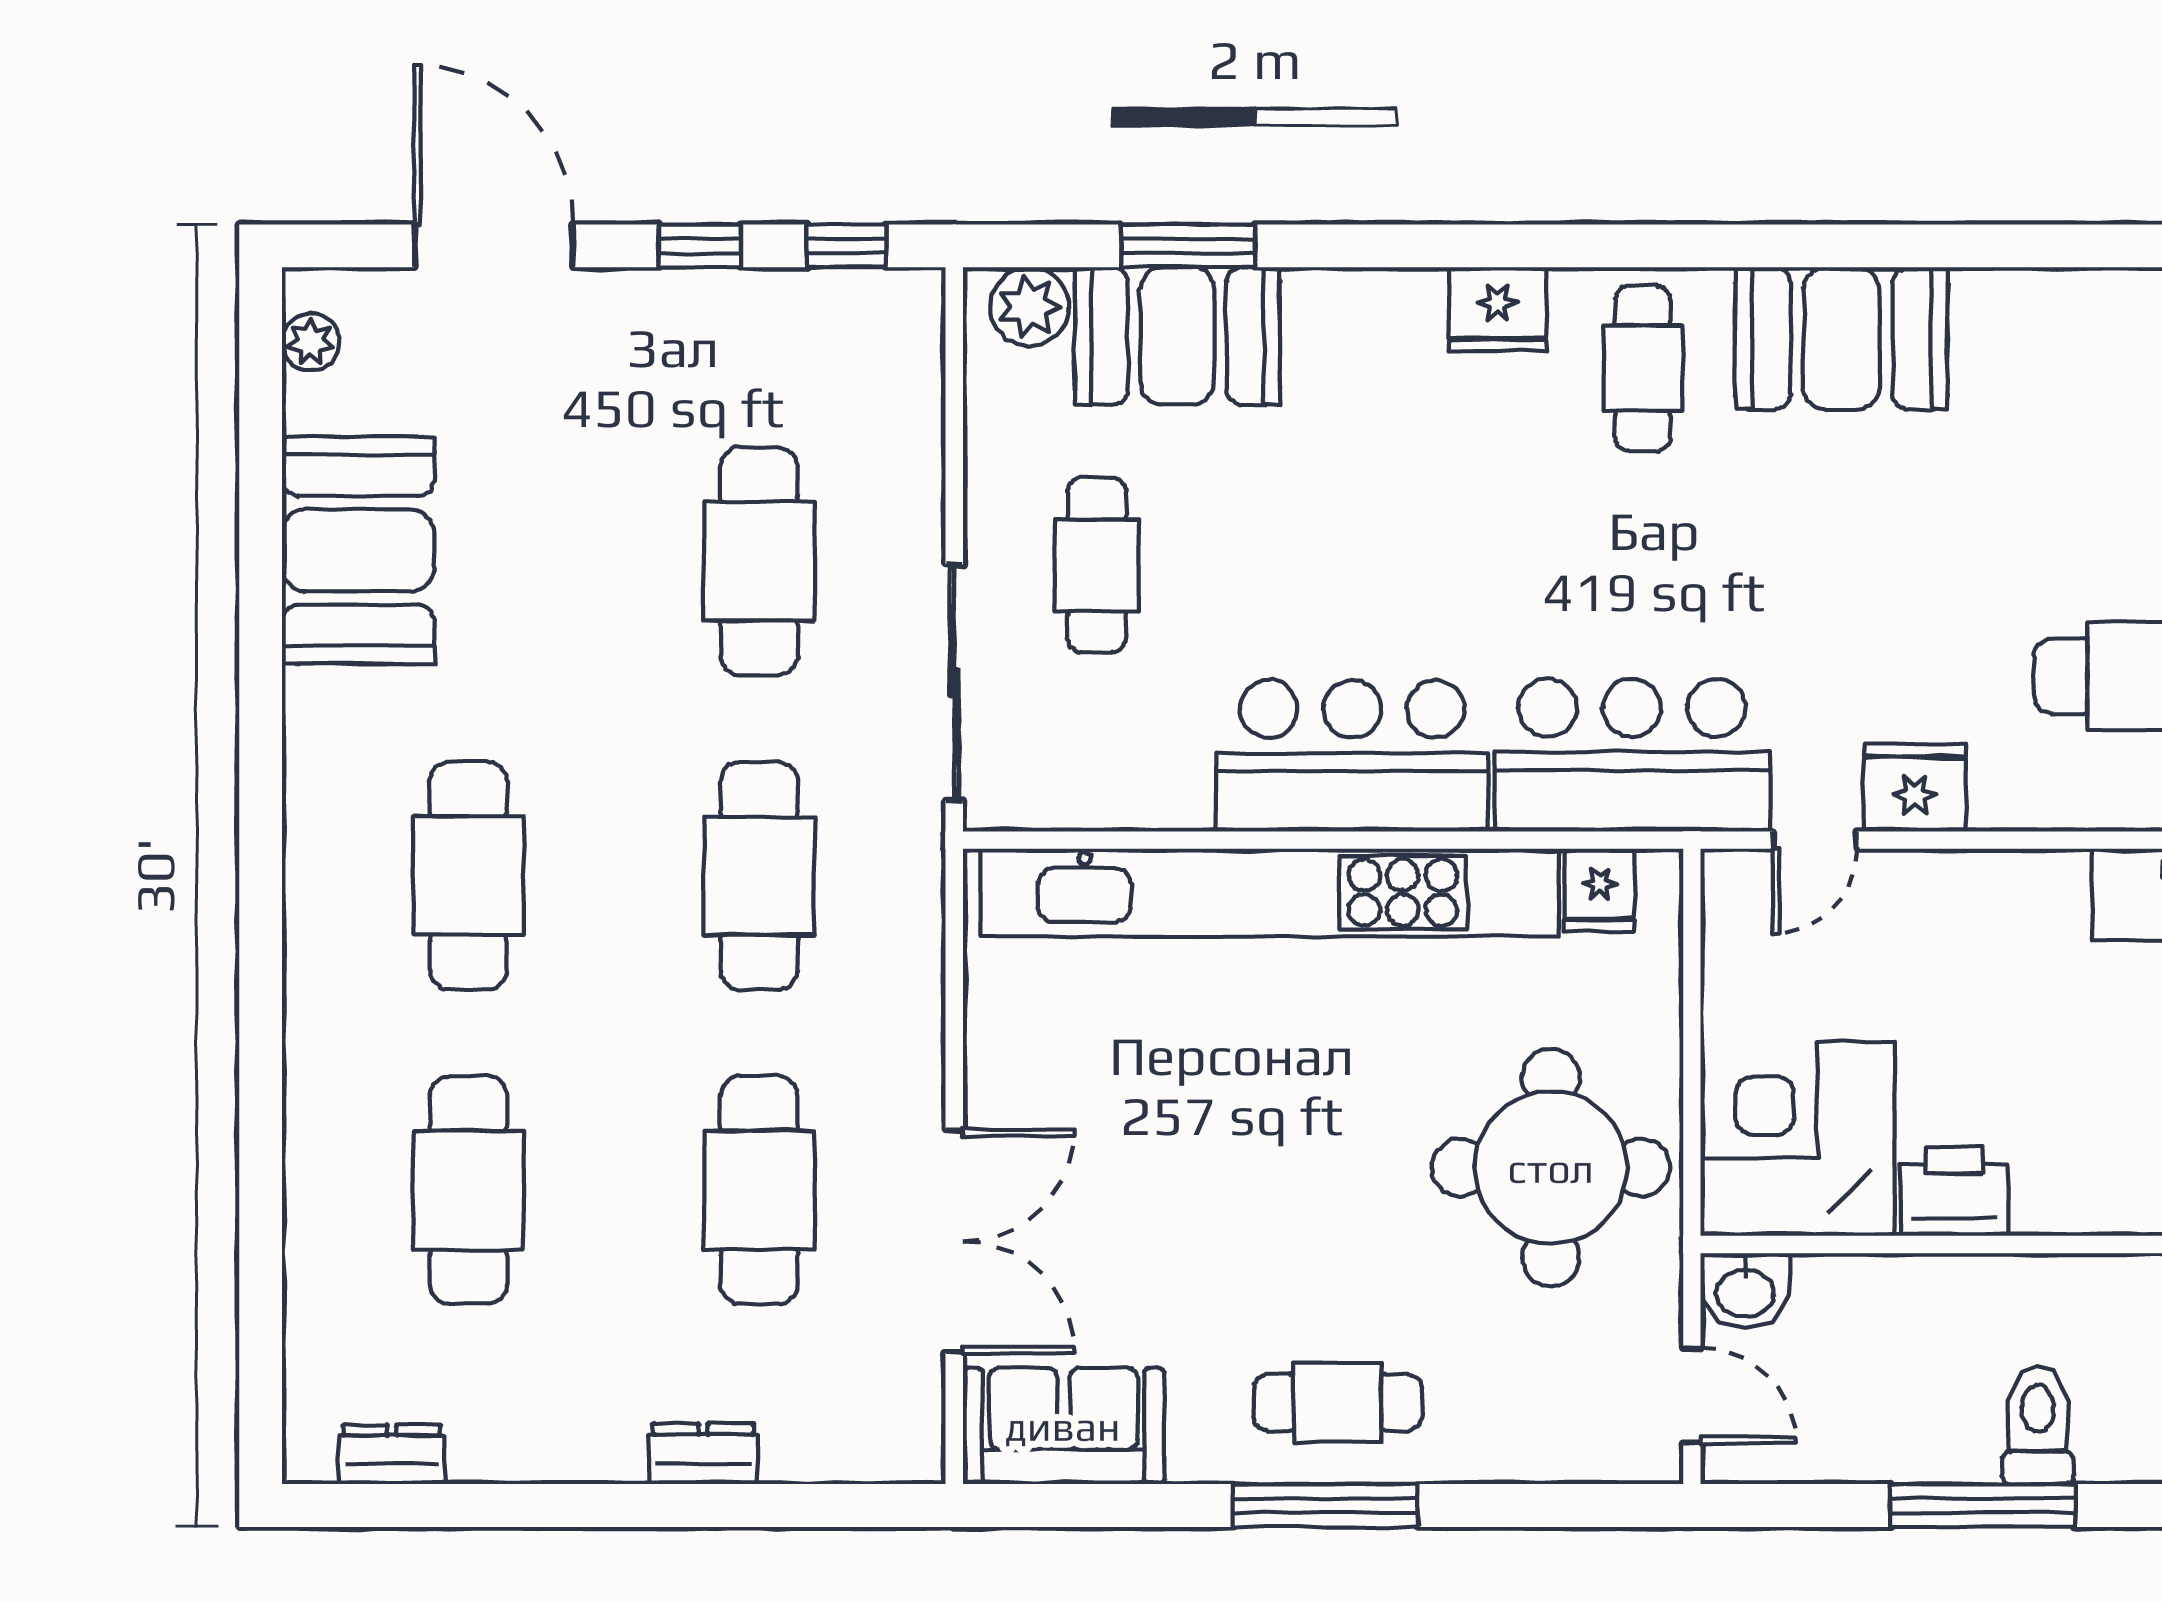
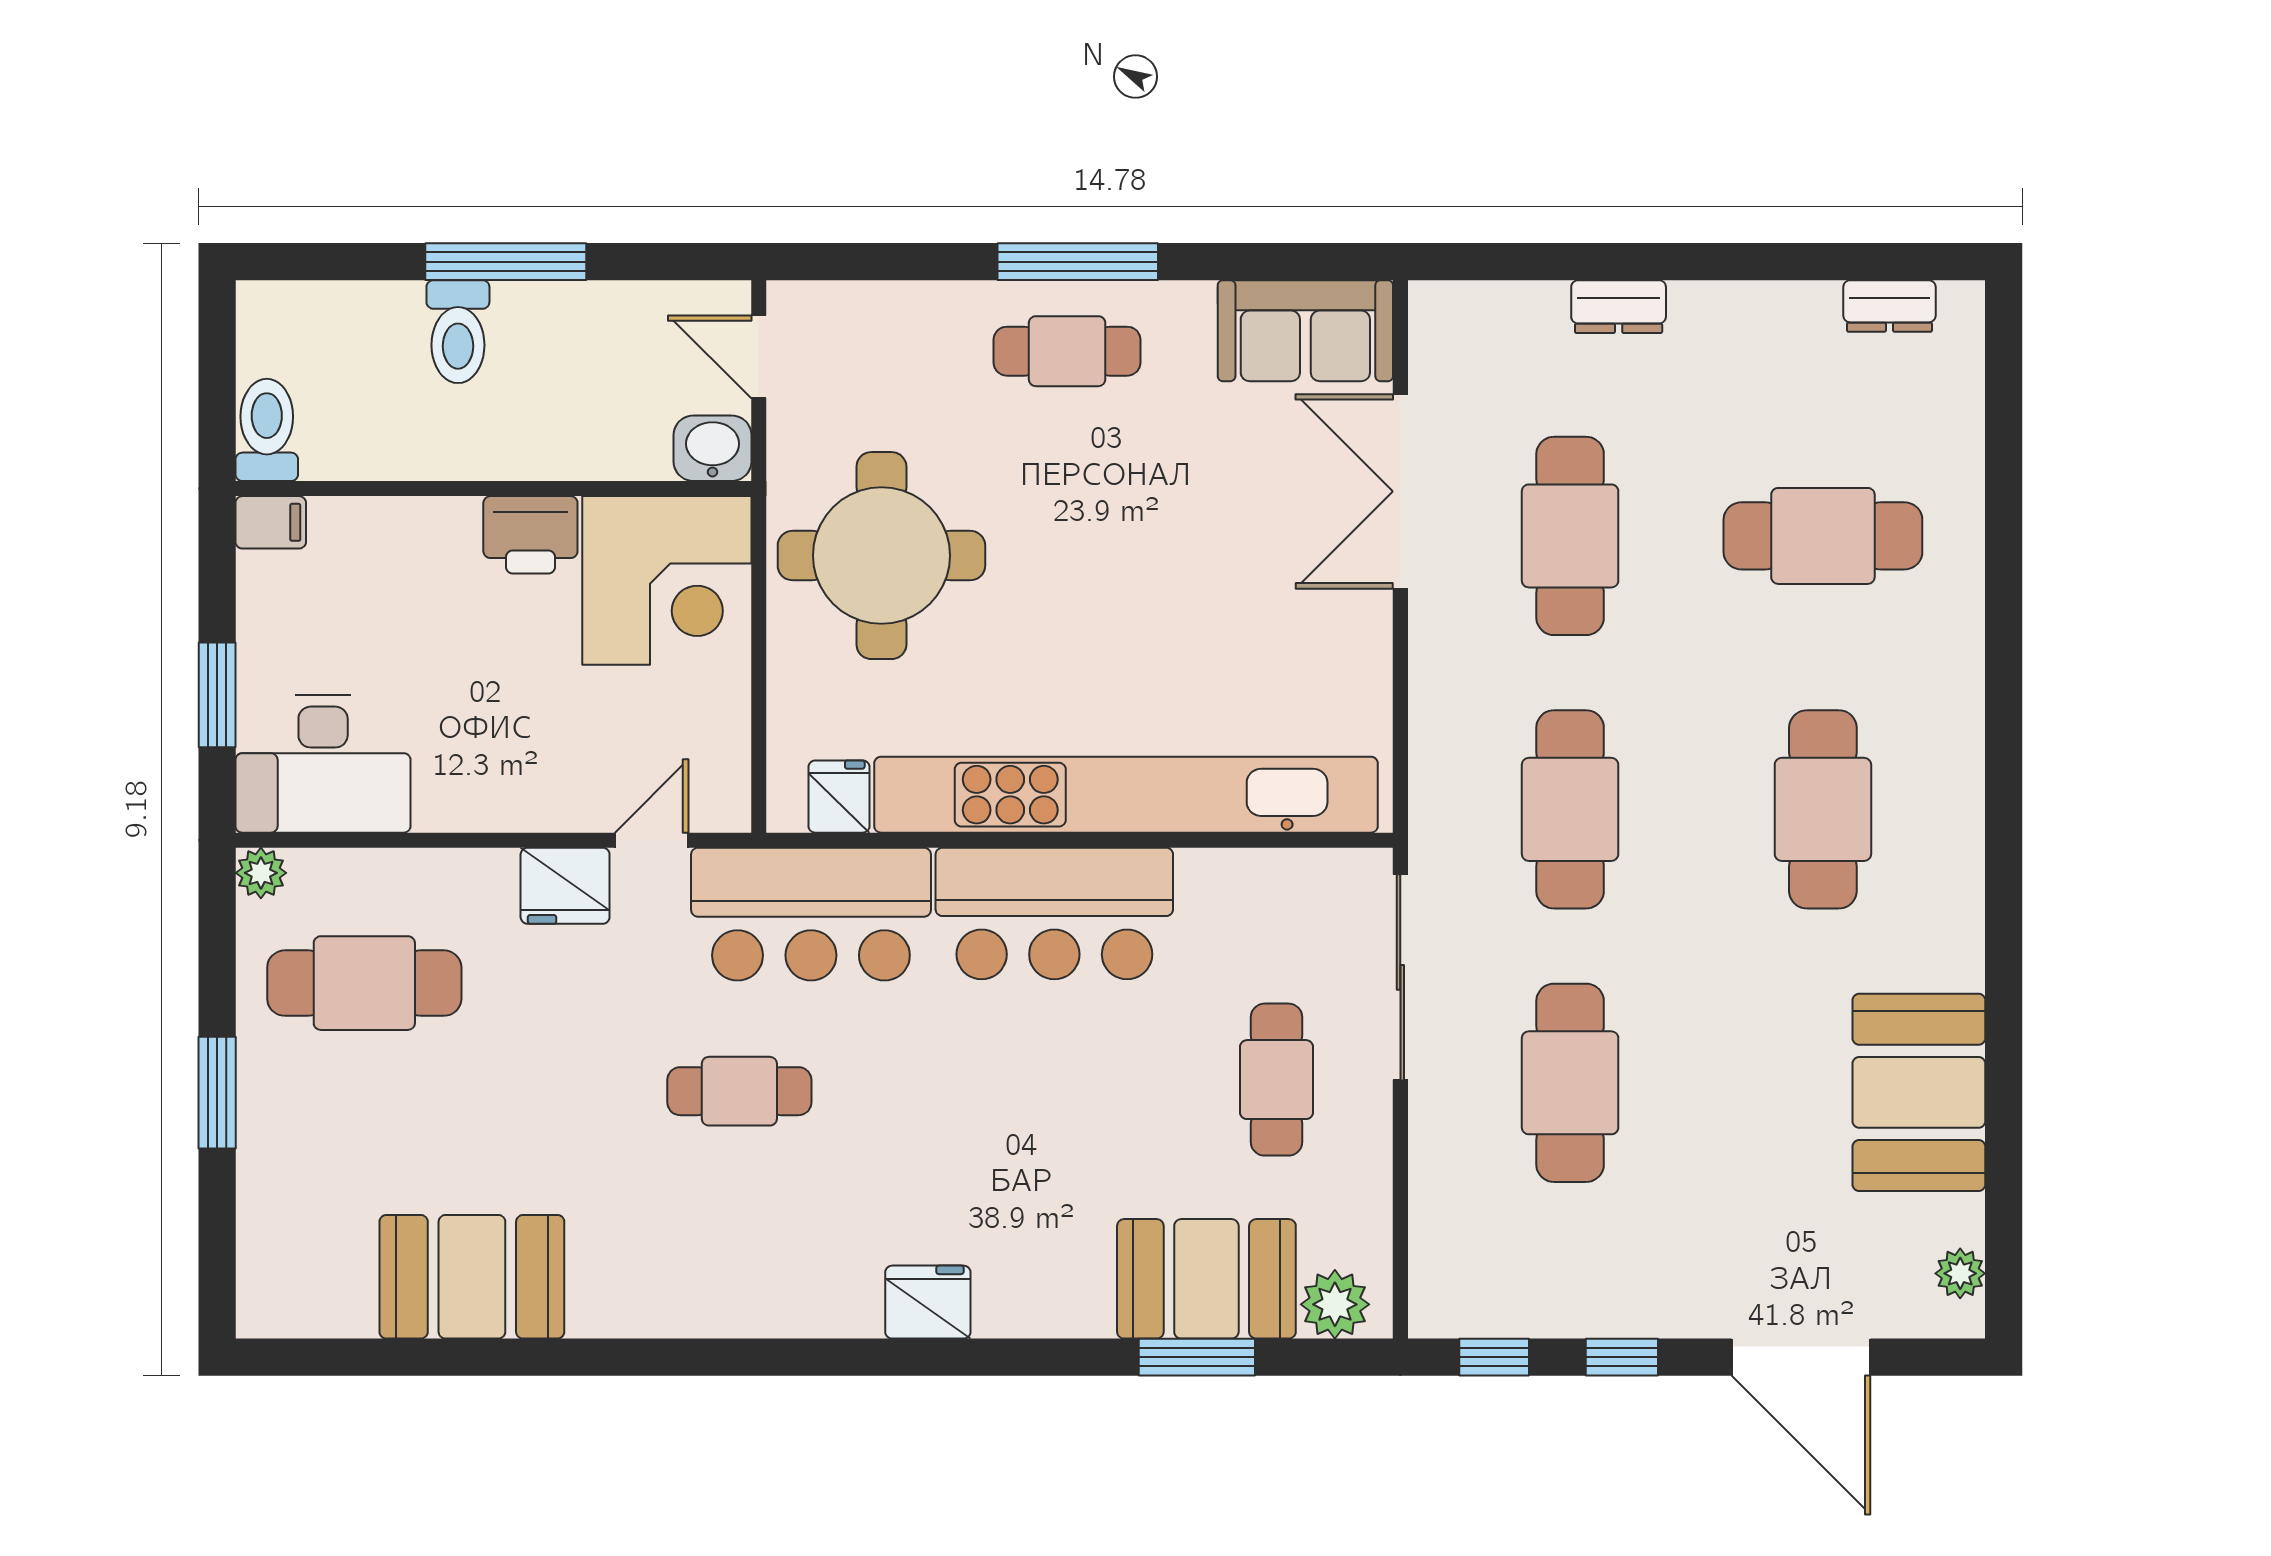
booth: (1841, 338) -> (472, 1277), moved
cafe table: (1643, 368) -> (739, 1091), moved, turned 90
cafe table: (468, 1190) -> (1823, 536), turned 90

